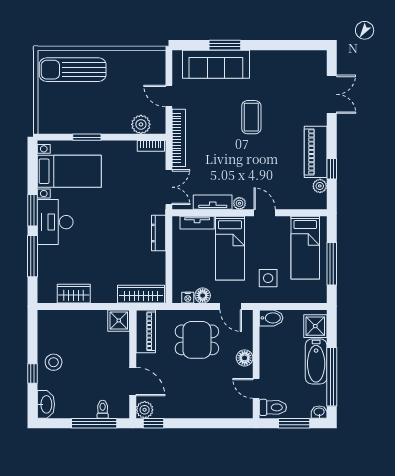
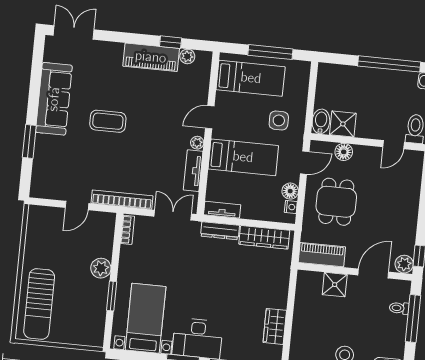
sofa: (216, 64) -> (54, 99), moved
double door: (332, 94) -> (74, 32), moved
plant: (141, 124) -> (101, 268), moved
tv unit: (197, 223) -> (222, 210), moved, turned -90
wardrobe: (141, 294) -> (264, 237), moved, turned -90
shower: (119, 321) -> (335, 285), moved
shower: (315, 326) -> (343, 124), moved
floor lamp: (245, 358) -> (344, 152), moved
bathtub: (316, 361) -> (371, 79), removed

